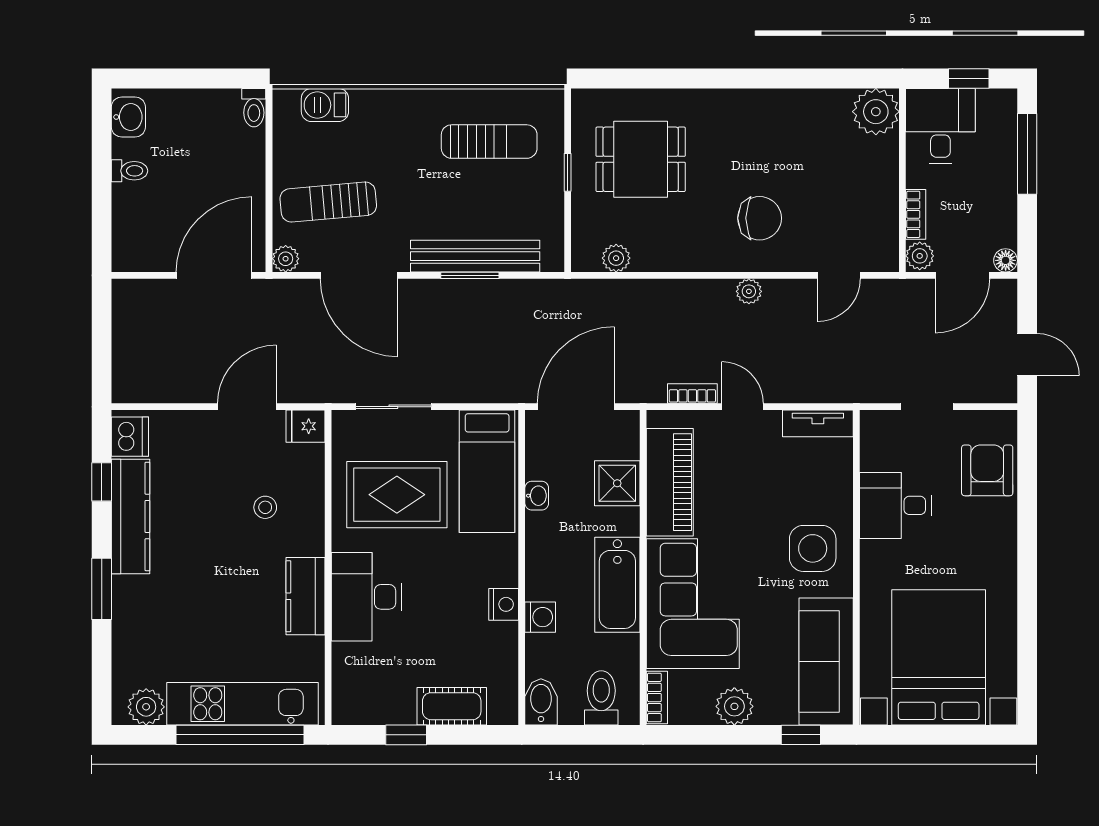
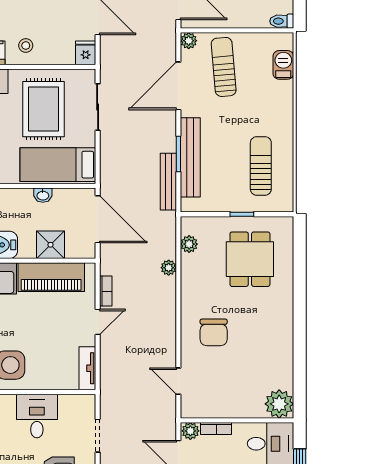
sun lounger: (489, 142) -> (261, 166), turned 180
plant: (749, 291) -> (169, 268), moved
bench: (515, 292) -> (168, 182), added
stool: (265, 507) -> (26, 46), moved

